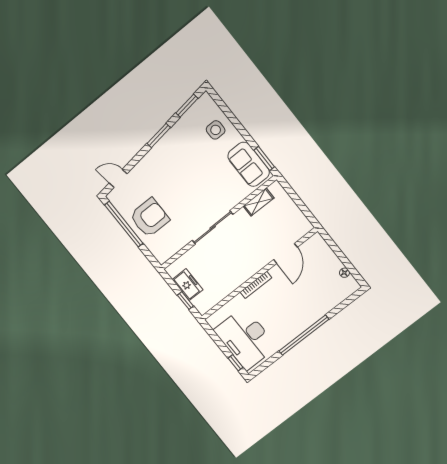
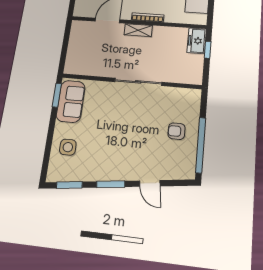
door: (118, 178) -> (150, 183), moved
shelving: (259, 202) -> (138, 30), moved
armchair: (150, 218) -> (177, 131), width x0.53, depth x0.53
freezer: (188, 285) -> (197, 41), moved

